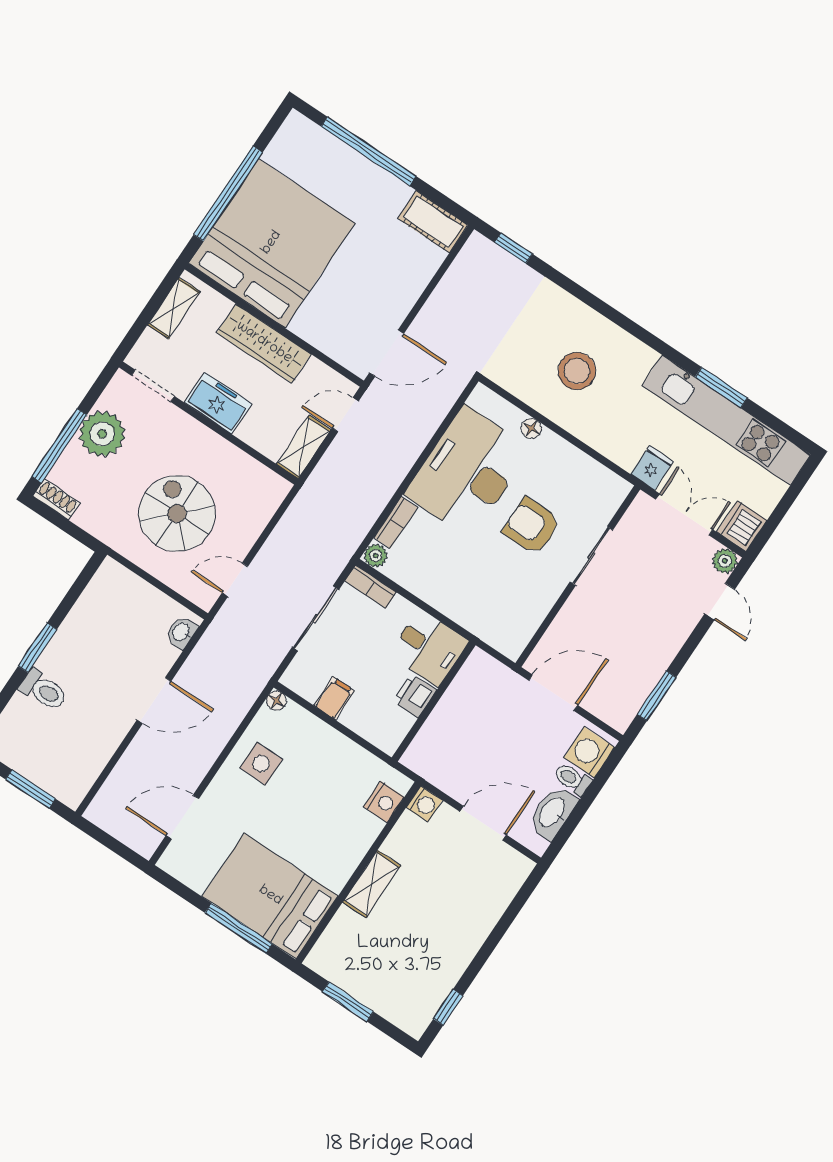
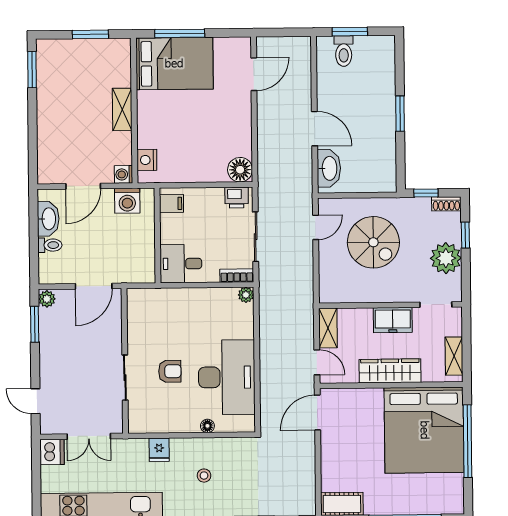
stool: (577, 371) -> (204, 476), width x0.53, depth x0.53
door: (345, 415) -> (317, 362), hinge flipped
window: (59, 446) -> (465, 235), width x0.46
fridge: (652, 468) -> (159, 450), moved
bookcase: (396, 523) -> (247, 321), removed
armchair: (532, 526) -> (170, 371), width x0.72, depth x0.72
window: (72, 530) -> (426, 193), added
plant: (725, 561) -> (47, 299), moved
washbasin: (181, 632) -> (329, 168), width x1.91, depth x1.45
toilet: (44, 690) -> (344, 51), moved, turned -90
printer: (415, 696) -> (237, 198), moved, turned 90
filing cabinet: (334, 698) -> (171, 203), moved, turned -90
door: (154, 701) -> (315, 129), swing flipped
floor lamp: (276, 701) -> (240, 170), width x1.89, depth x1.89
washing machine: (589, 752) -> (127, 201), moved, turned 90
side table: (261, 764) -> (230, 134), removed
window: (448, 1007) -> (32, 70), width x1.50

